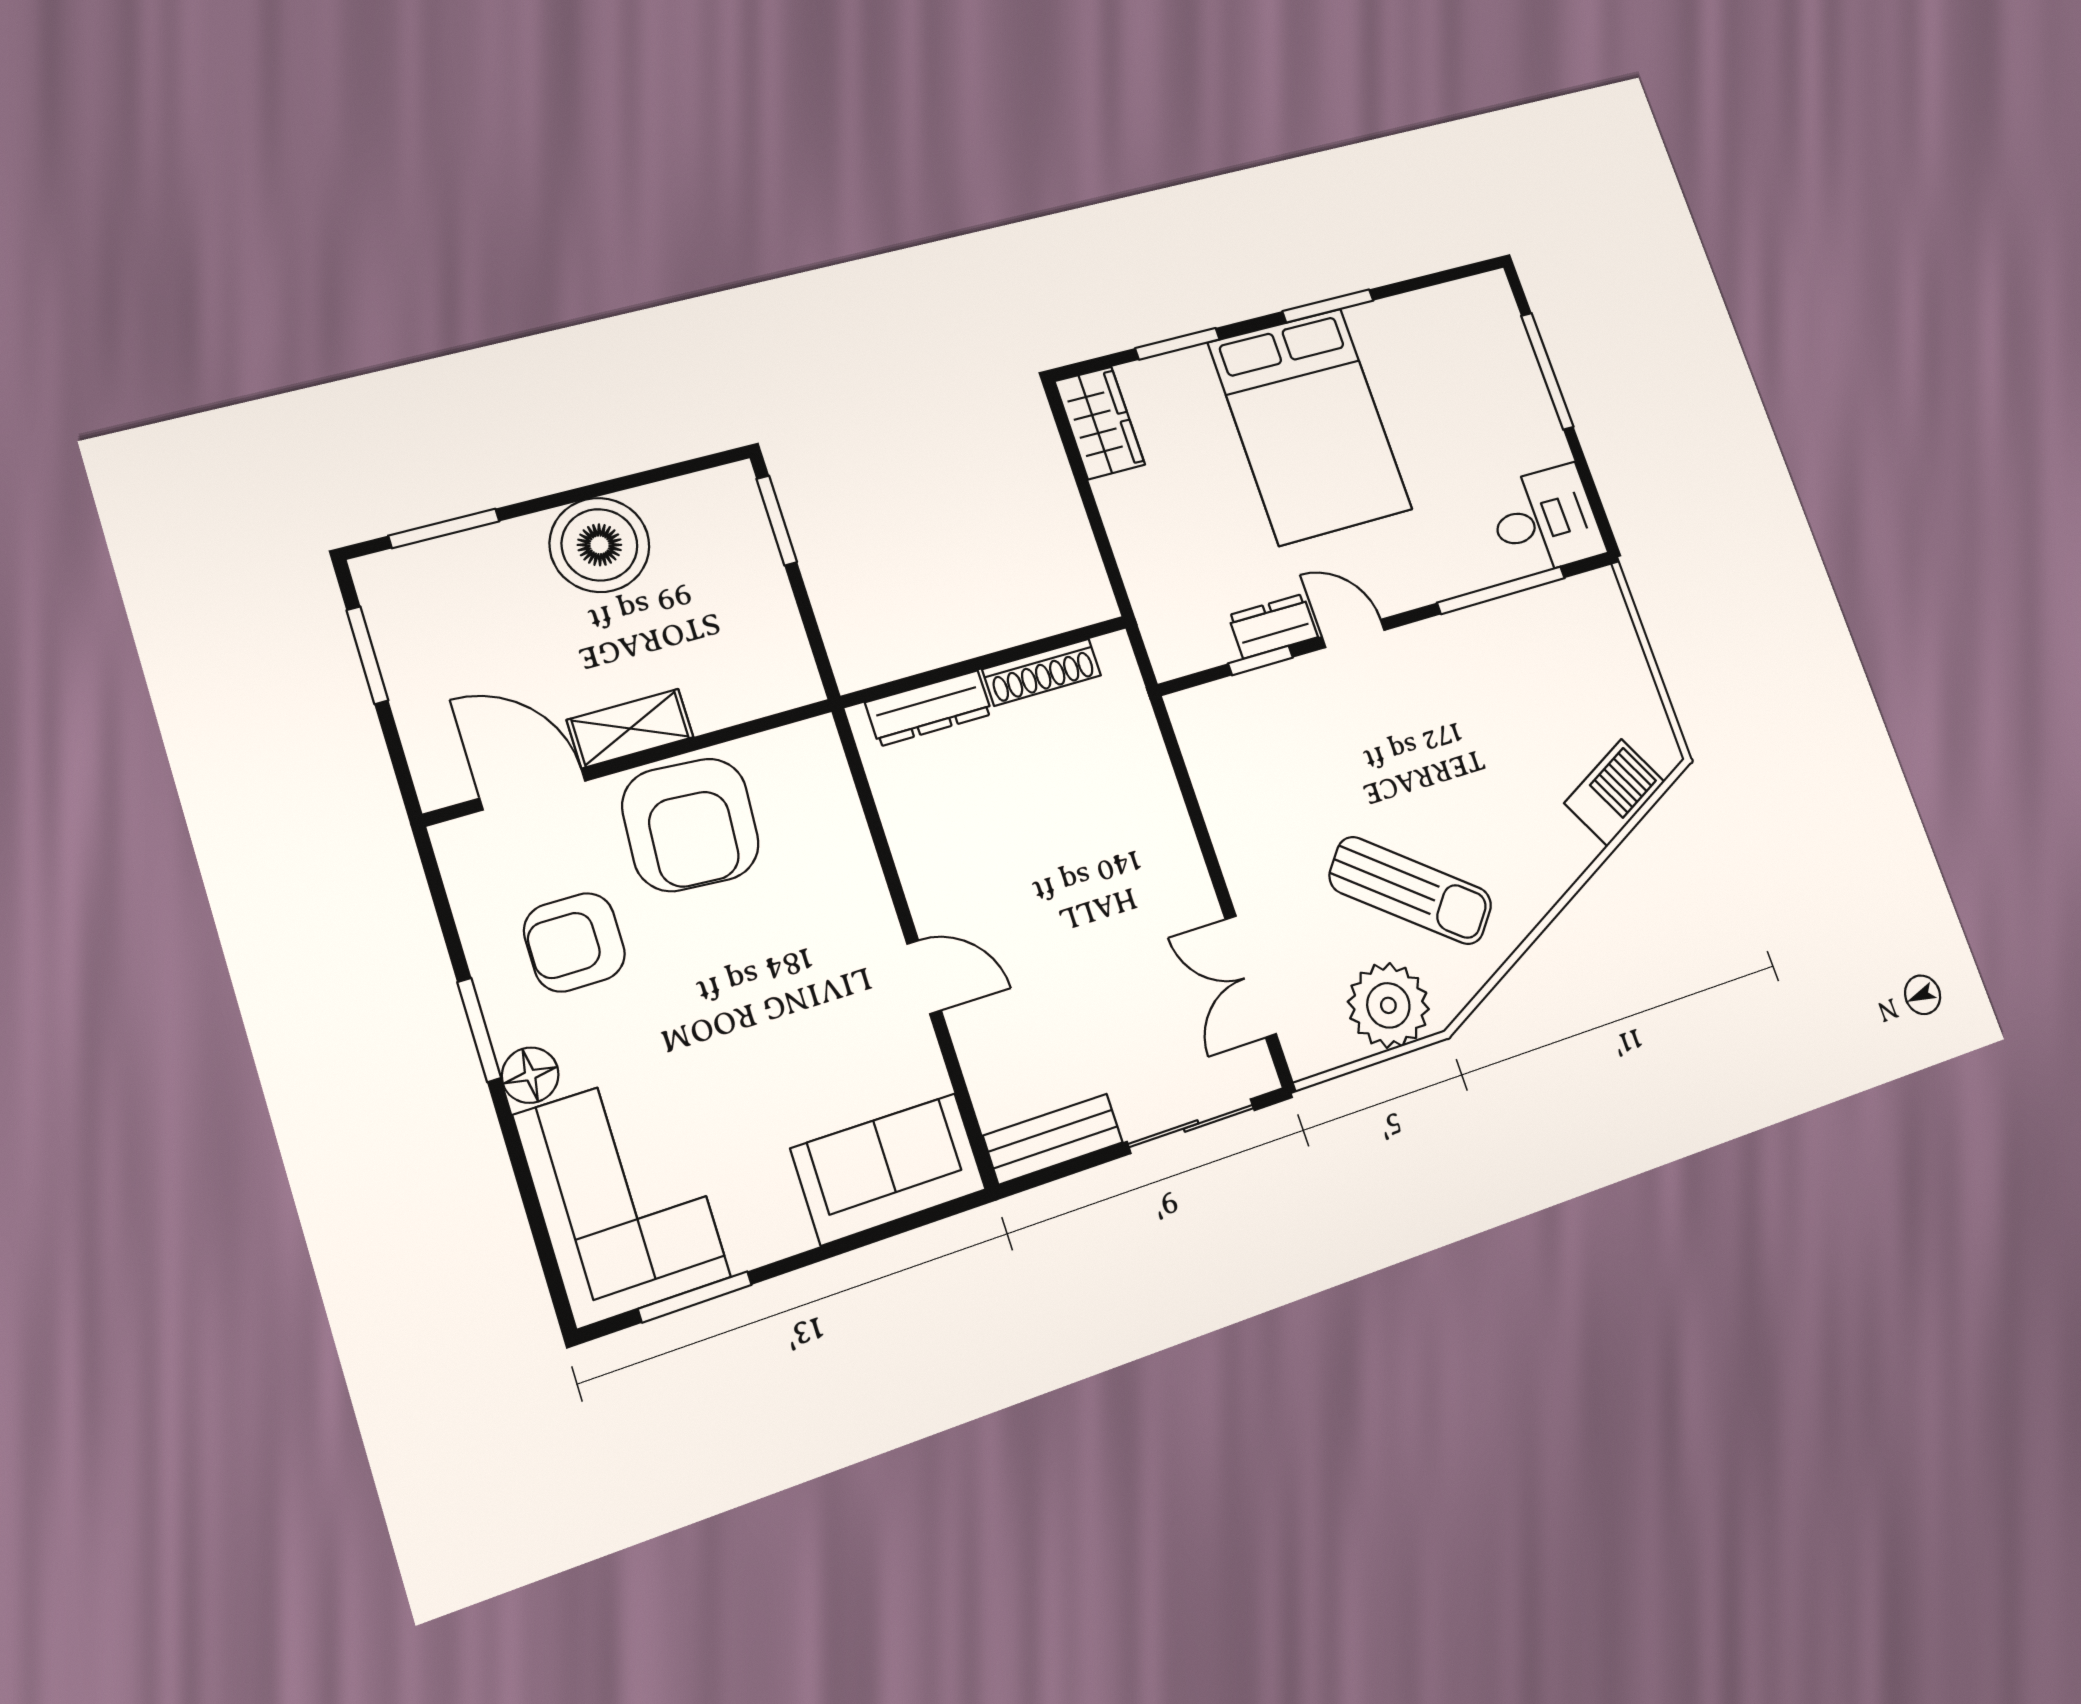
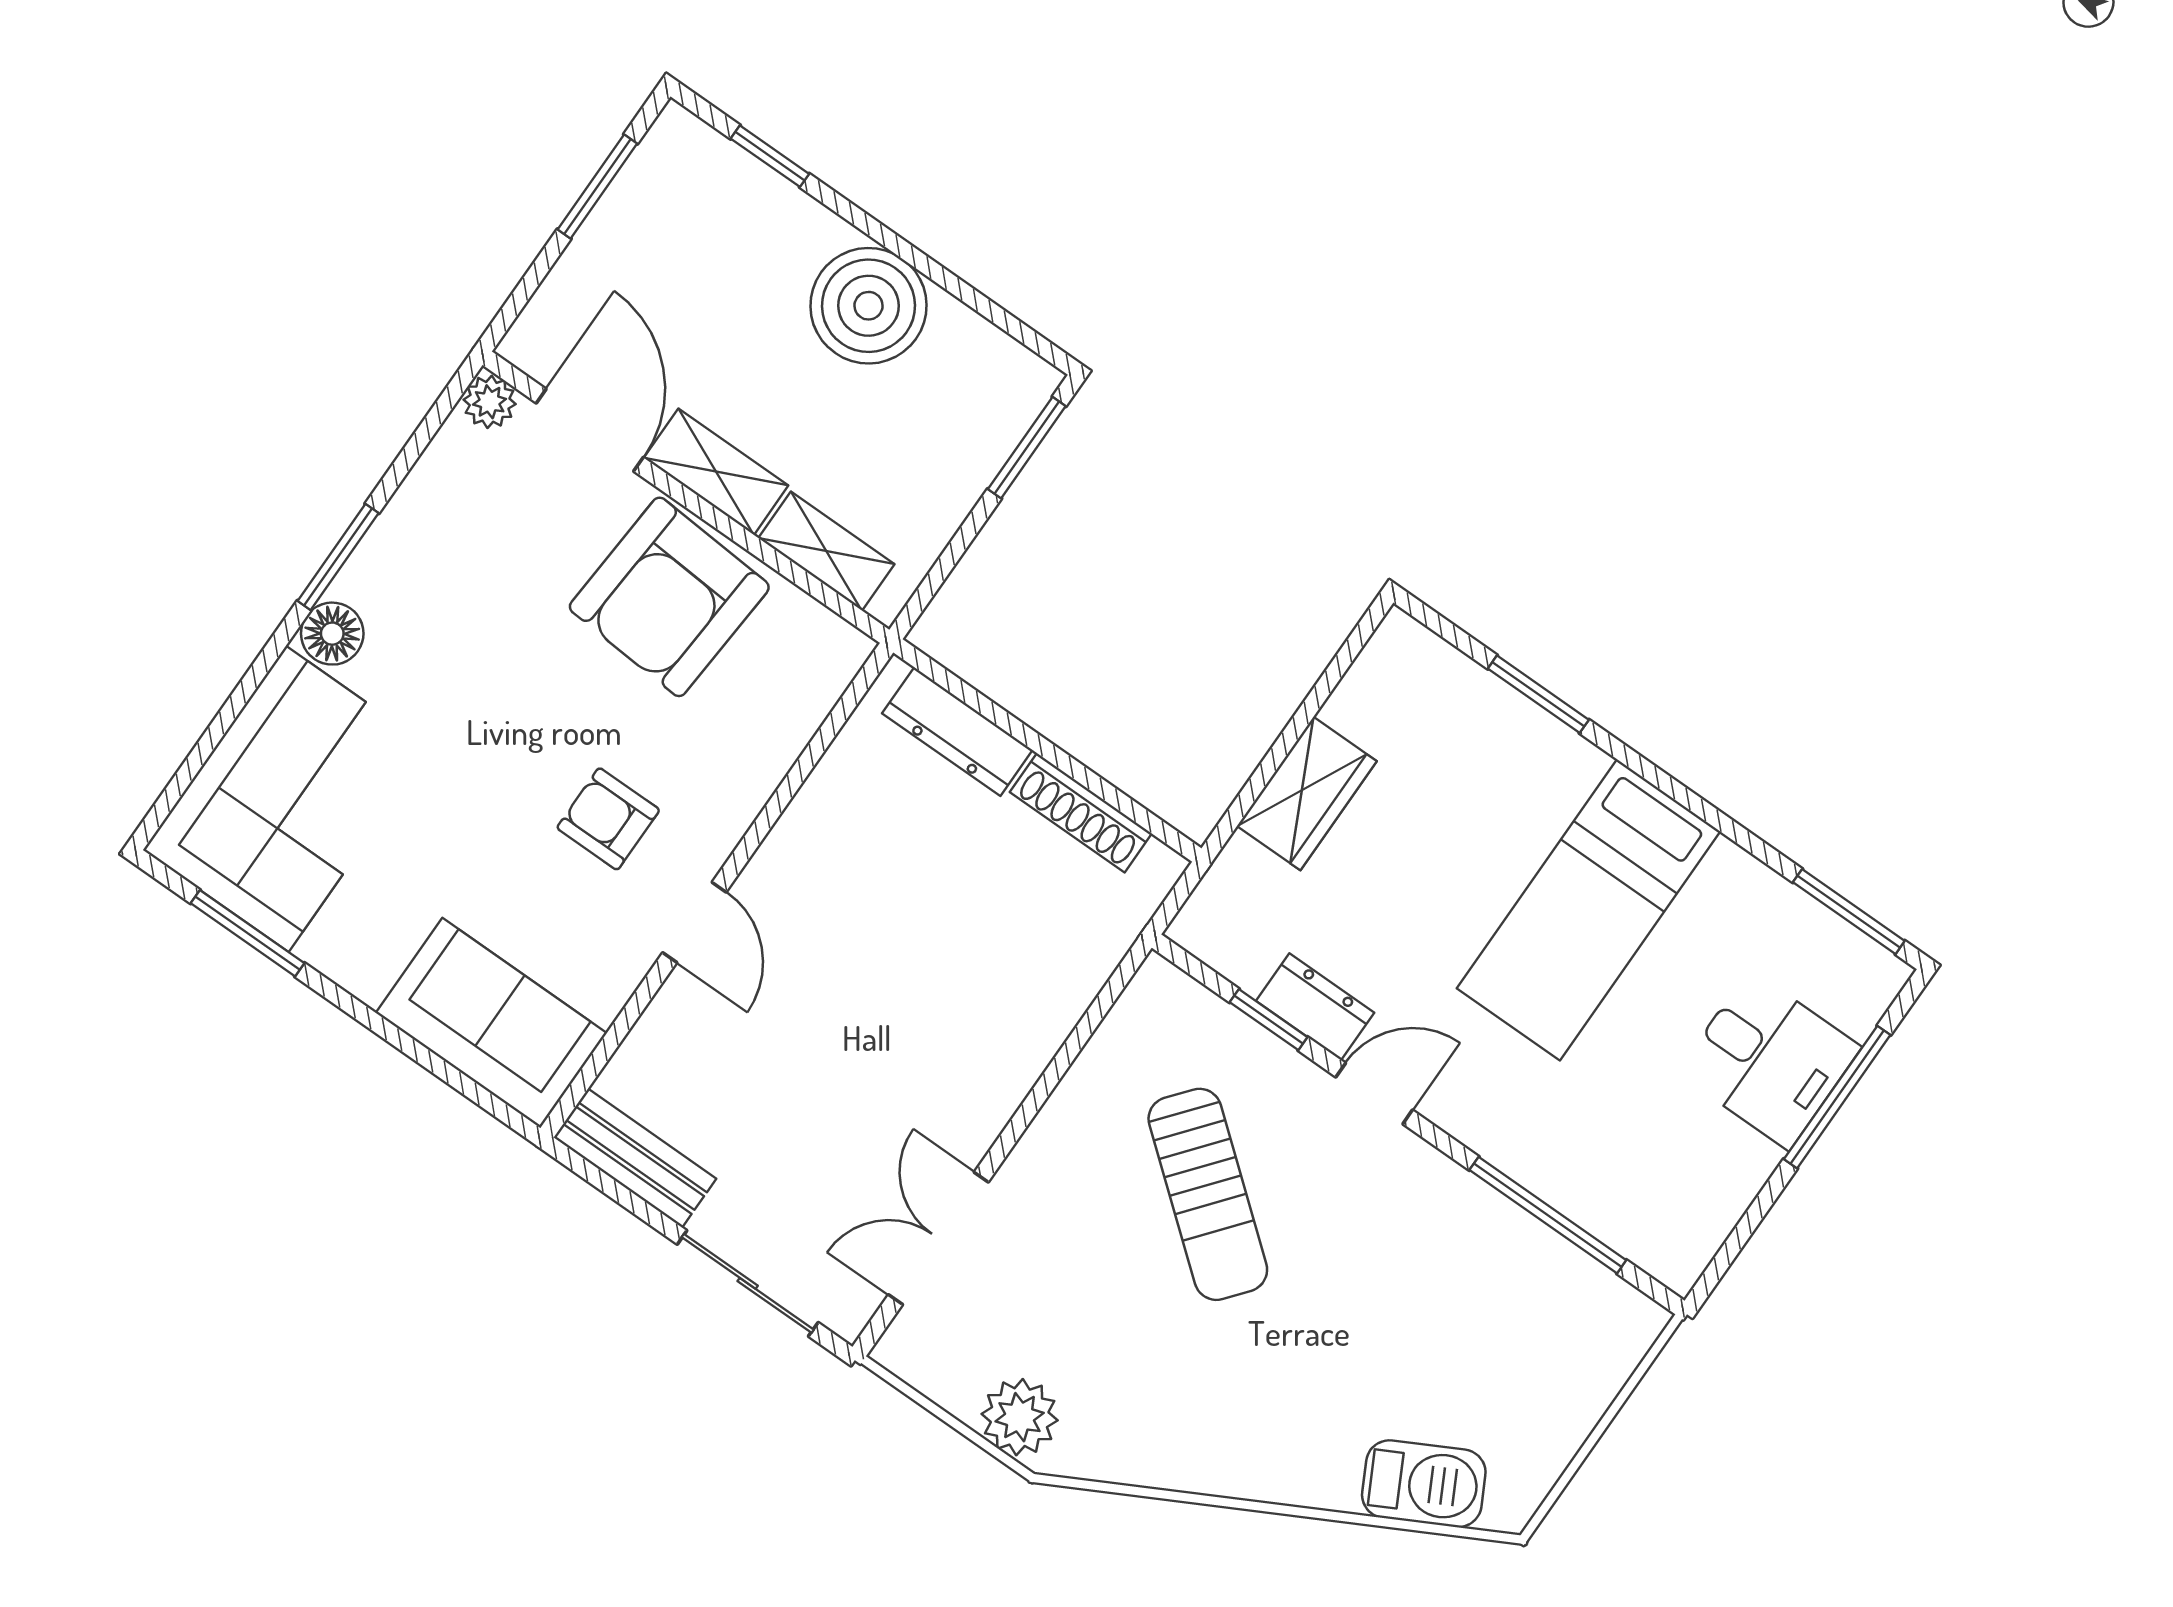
window: (1328, 306) -> (1849, 912), moved
wardrobe: (1100, 423) -> (1307, 794), moved
bed: (1310, 426) -> (1588, 910), width x0.67
desk: (1545, 520) -> (1769, 1060), moved
window: (444, 528) -> (770, 156), width x0.67
door: (1353, 633) -> (1374, 1094), hinge flipped
shelving: (742, 699) -> (826, 551), added
plant: (456, 842) -> (490, 402), added
sun lounger: (1411, 891) -> (1208, 1194), moved
armchair: (574, 942) -> (608, 819), moved, width x0.72, depth x0.72
plant: (1388, 1005) -> (1020, 1417), width x0.73, depth x0.73

